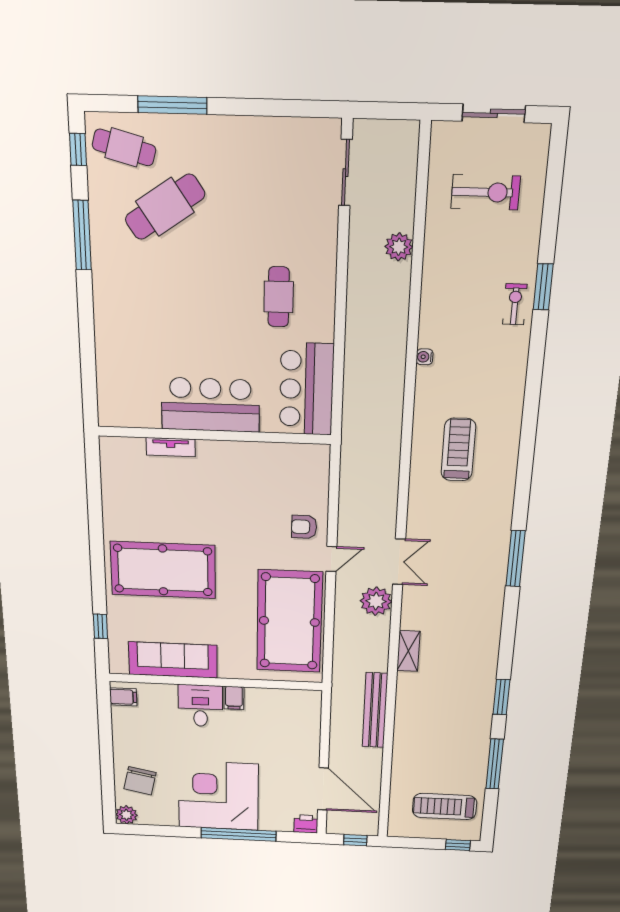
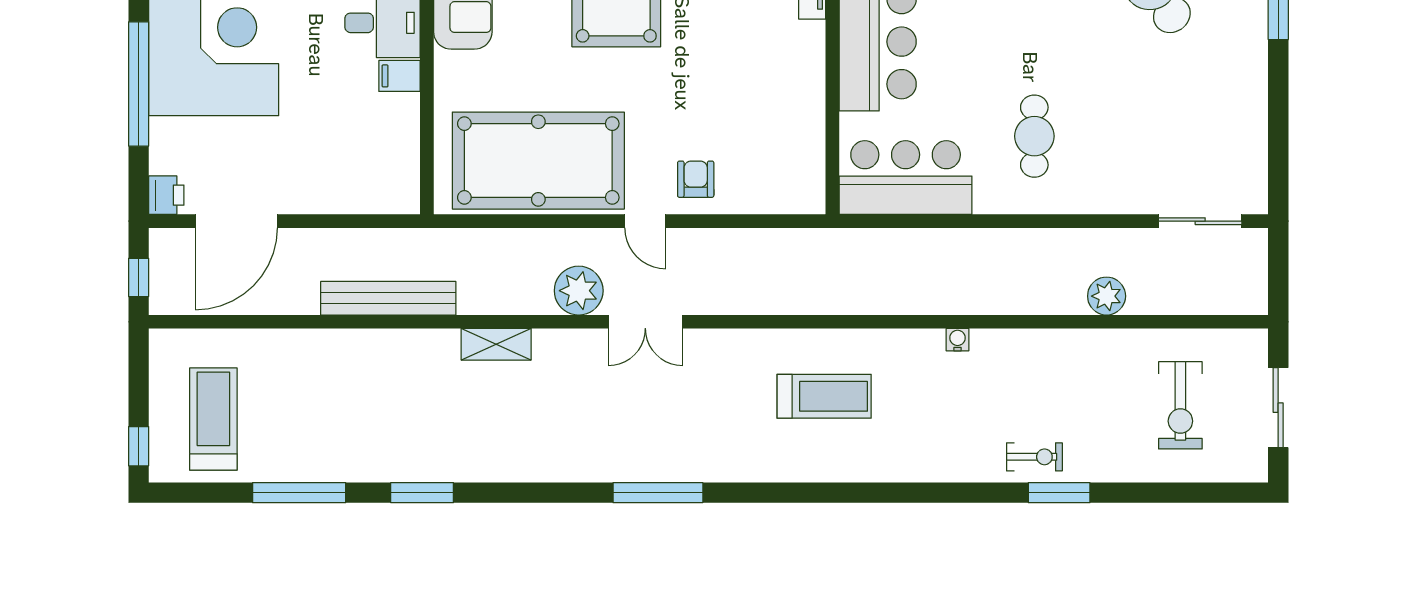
cafe table: (279, 297) -> (1034, 136), turned 90

